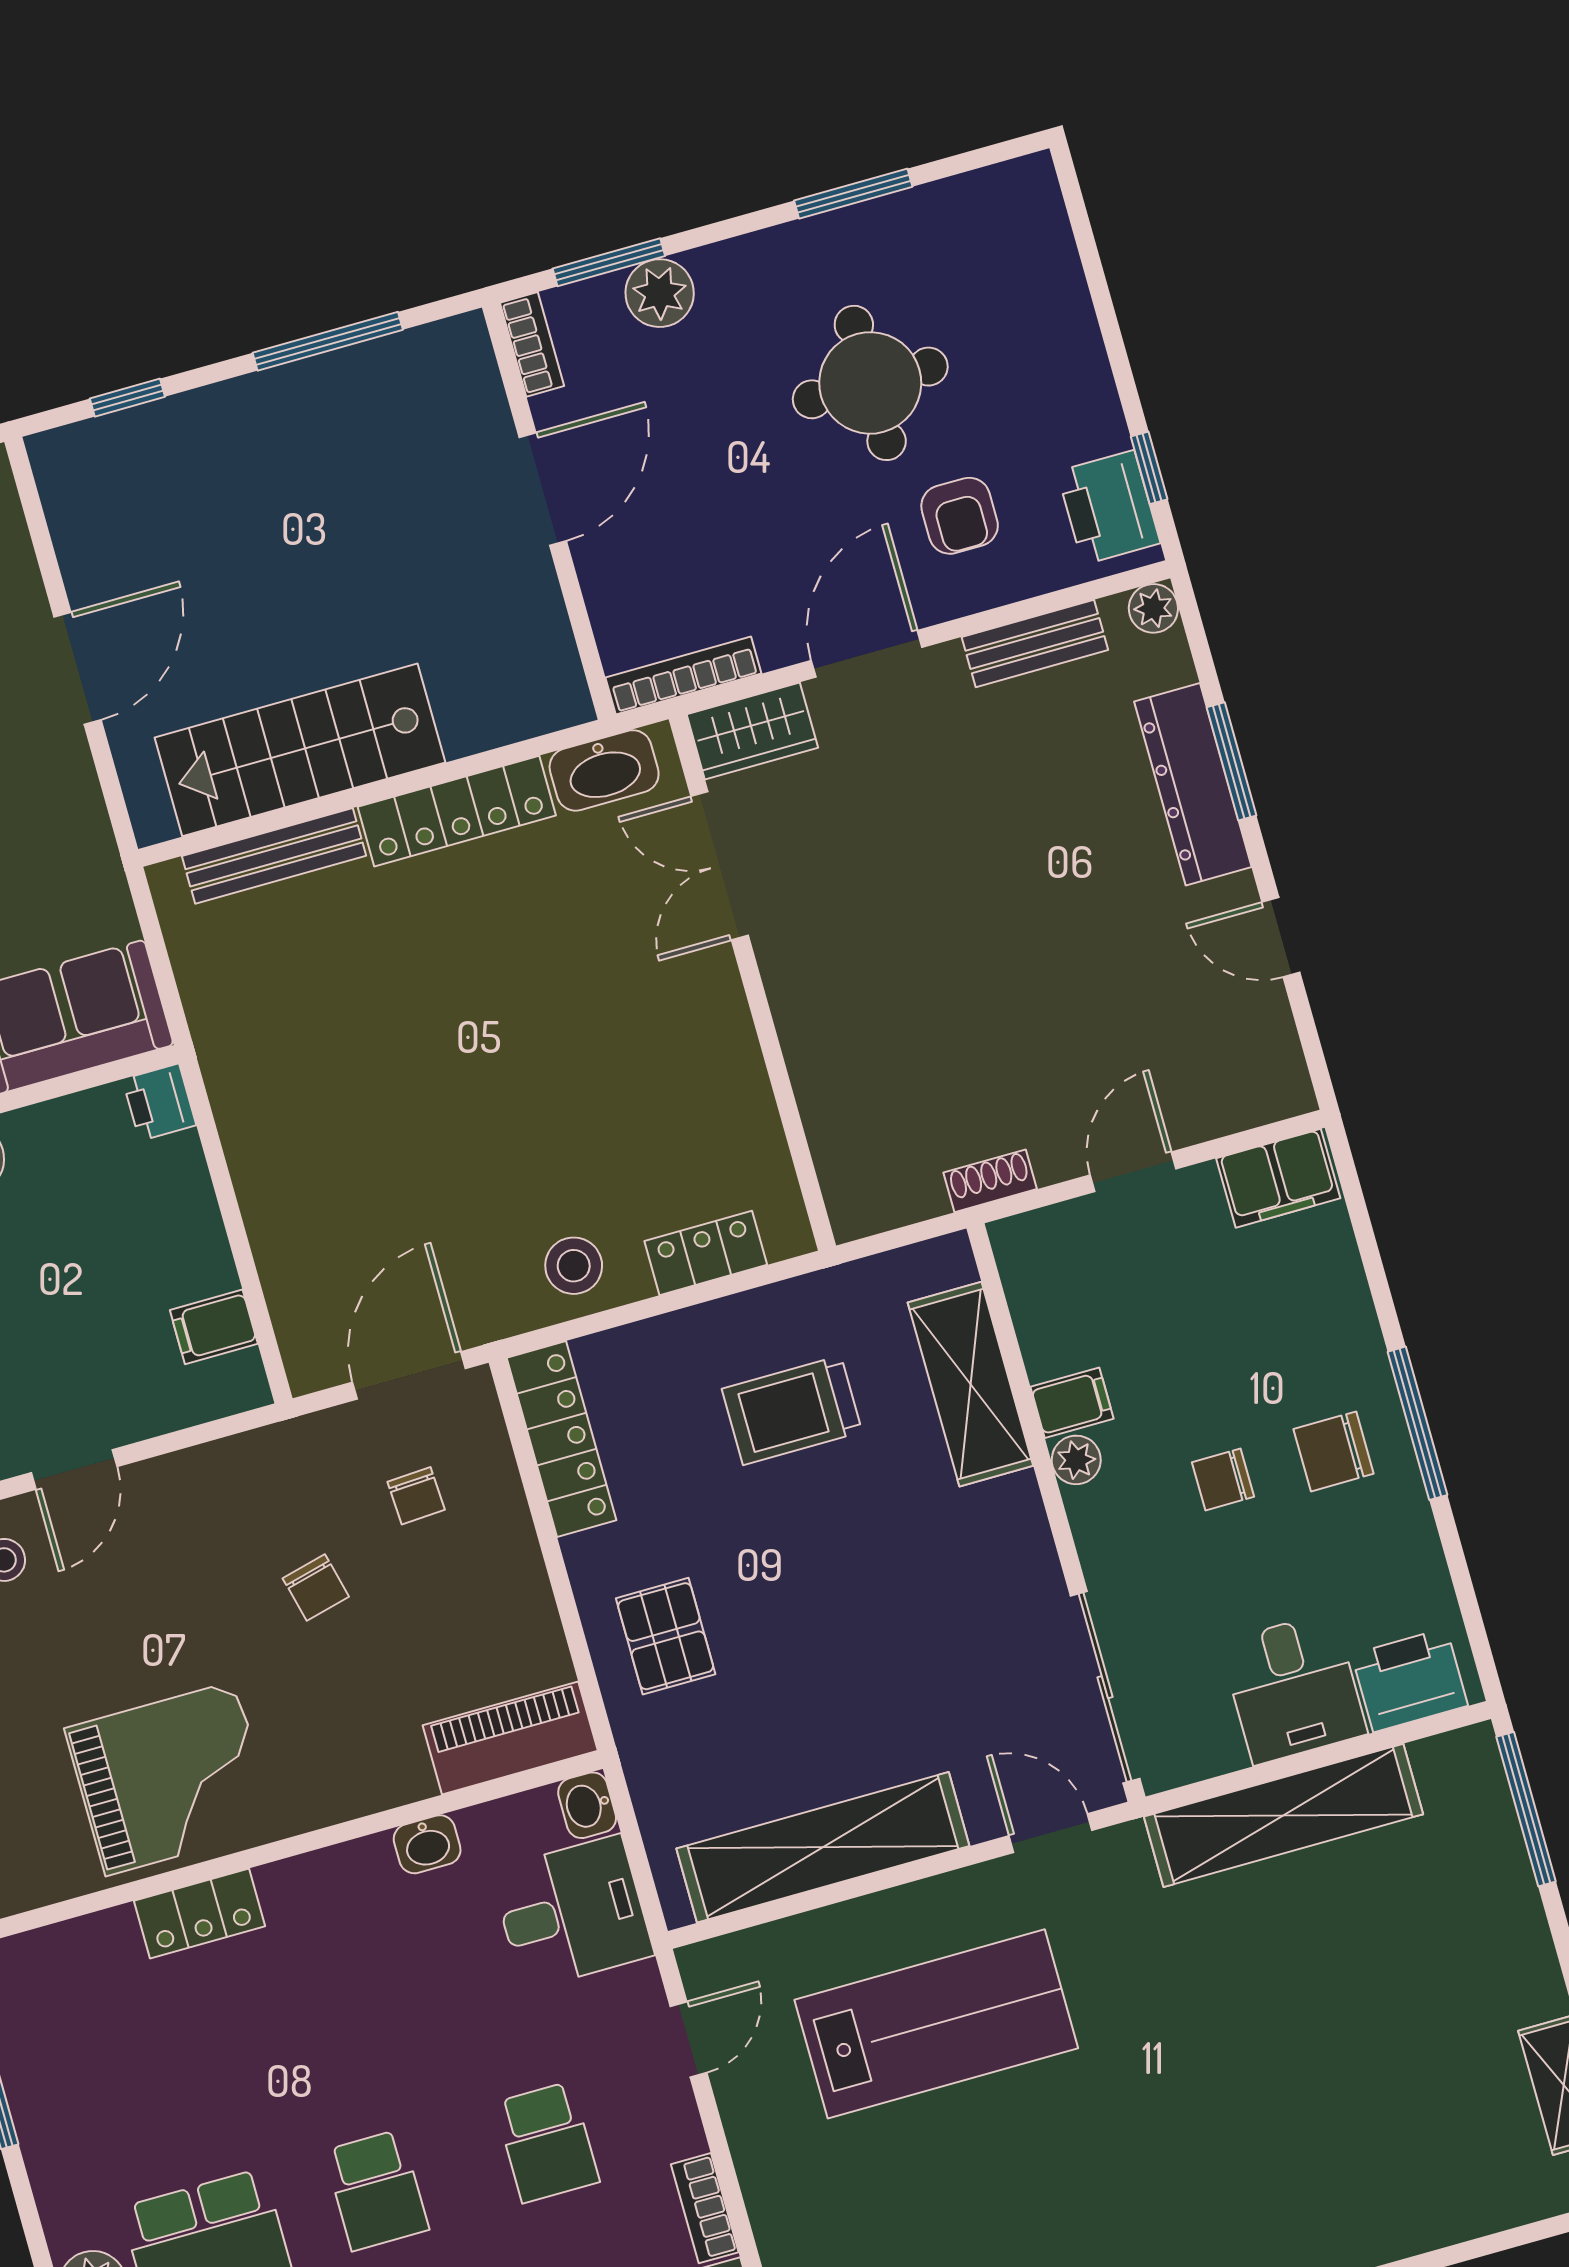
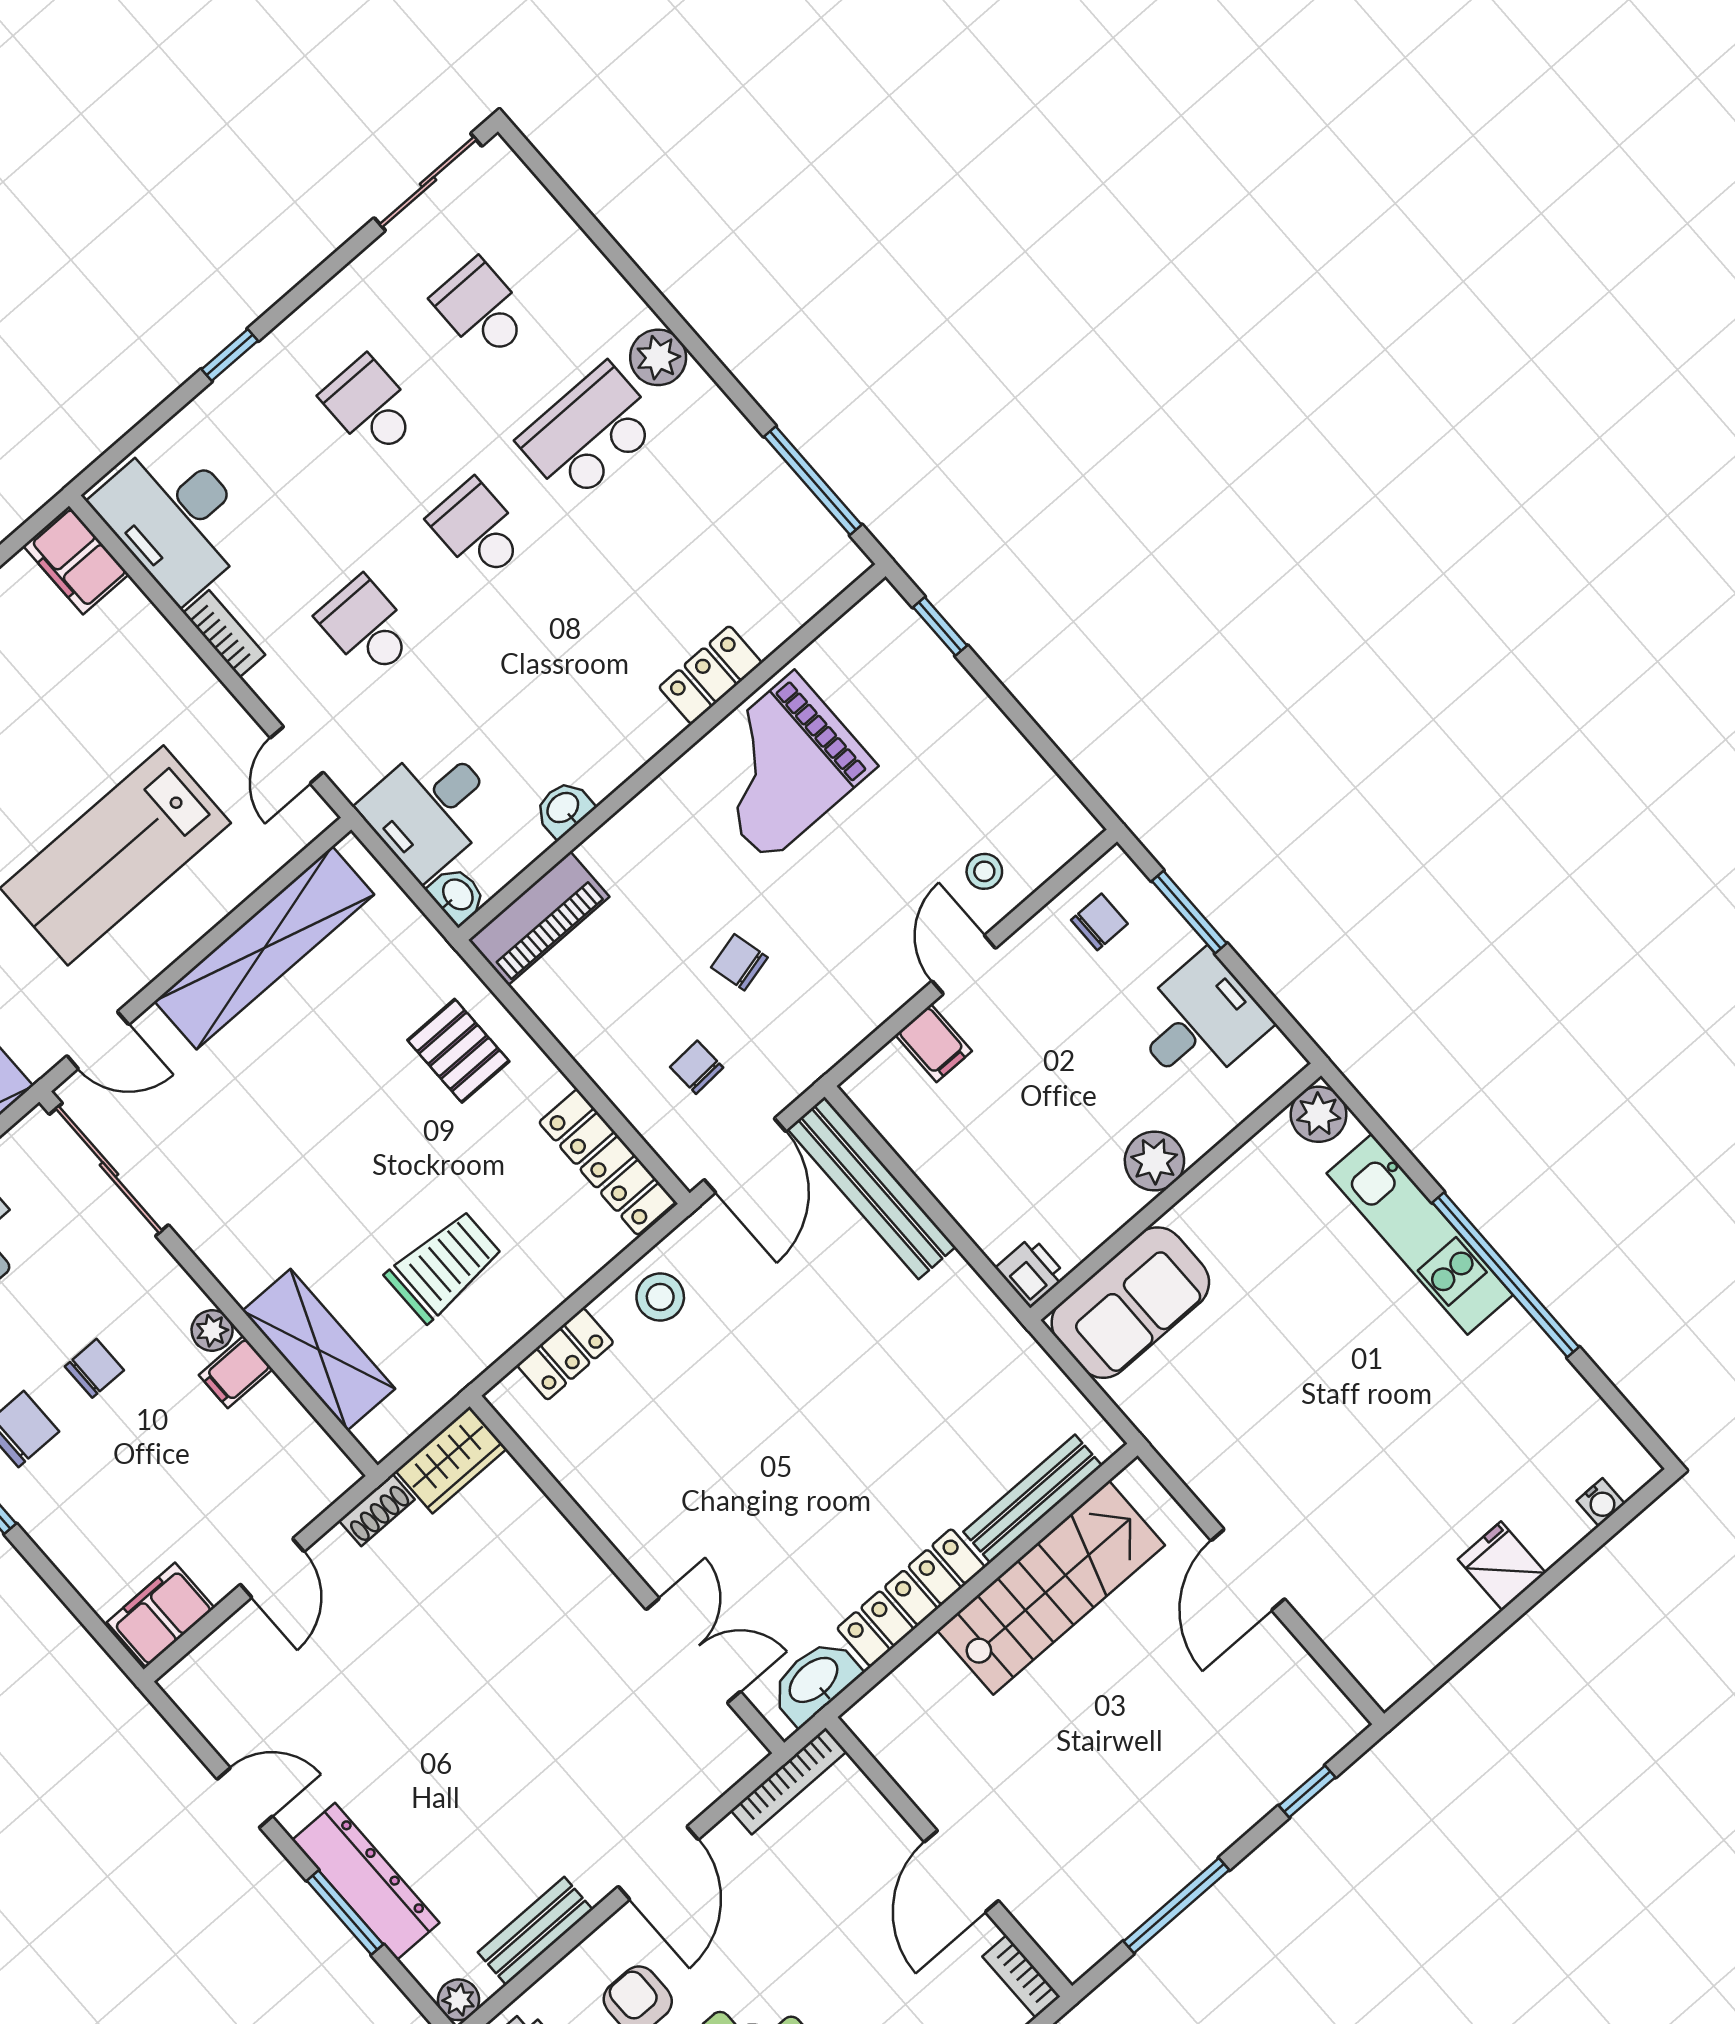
wardrobe: (752, 731) -> (451, 1460), moved, turned 180
bench: (289, 1275) -> (872, 1188), added
filing cabinet: (214, 1327) -> (934, 1043), moved, turned 90

